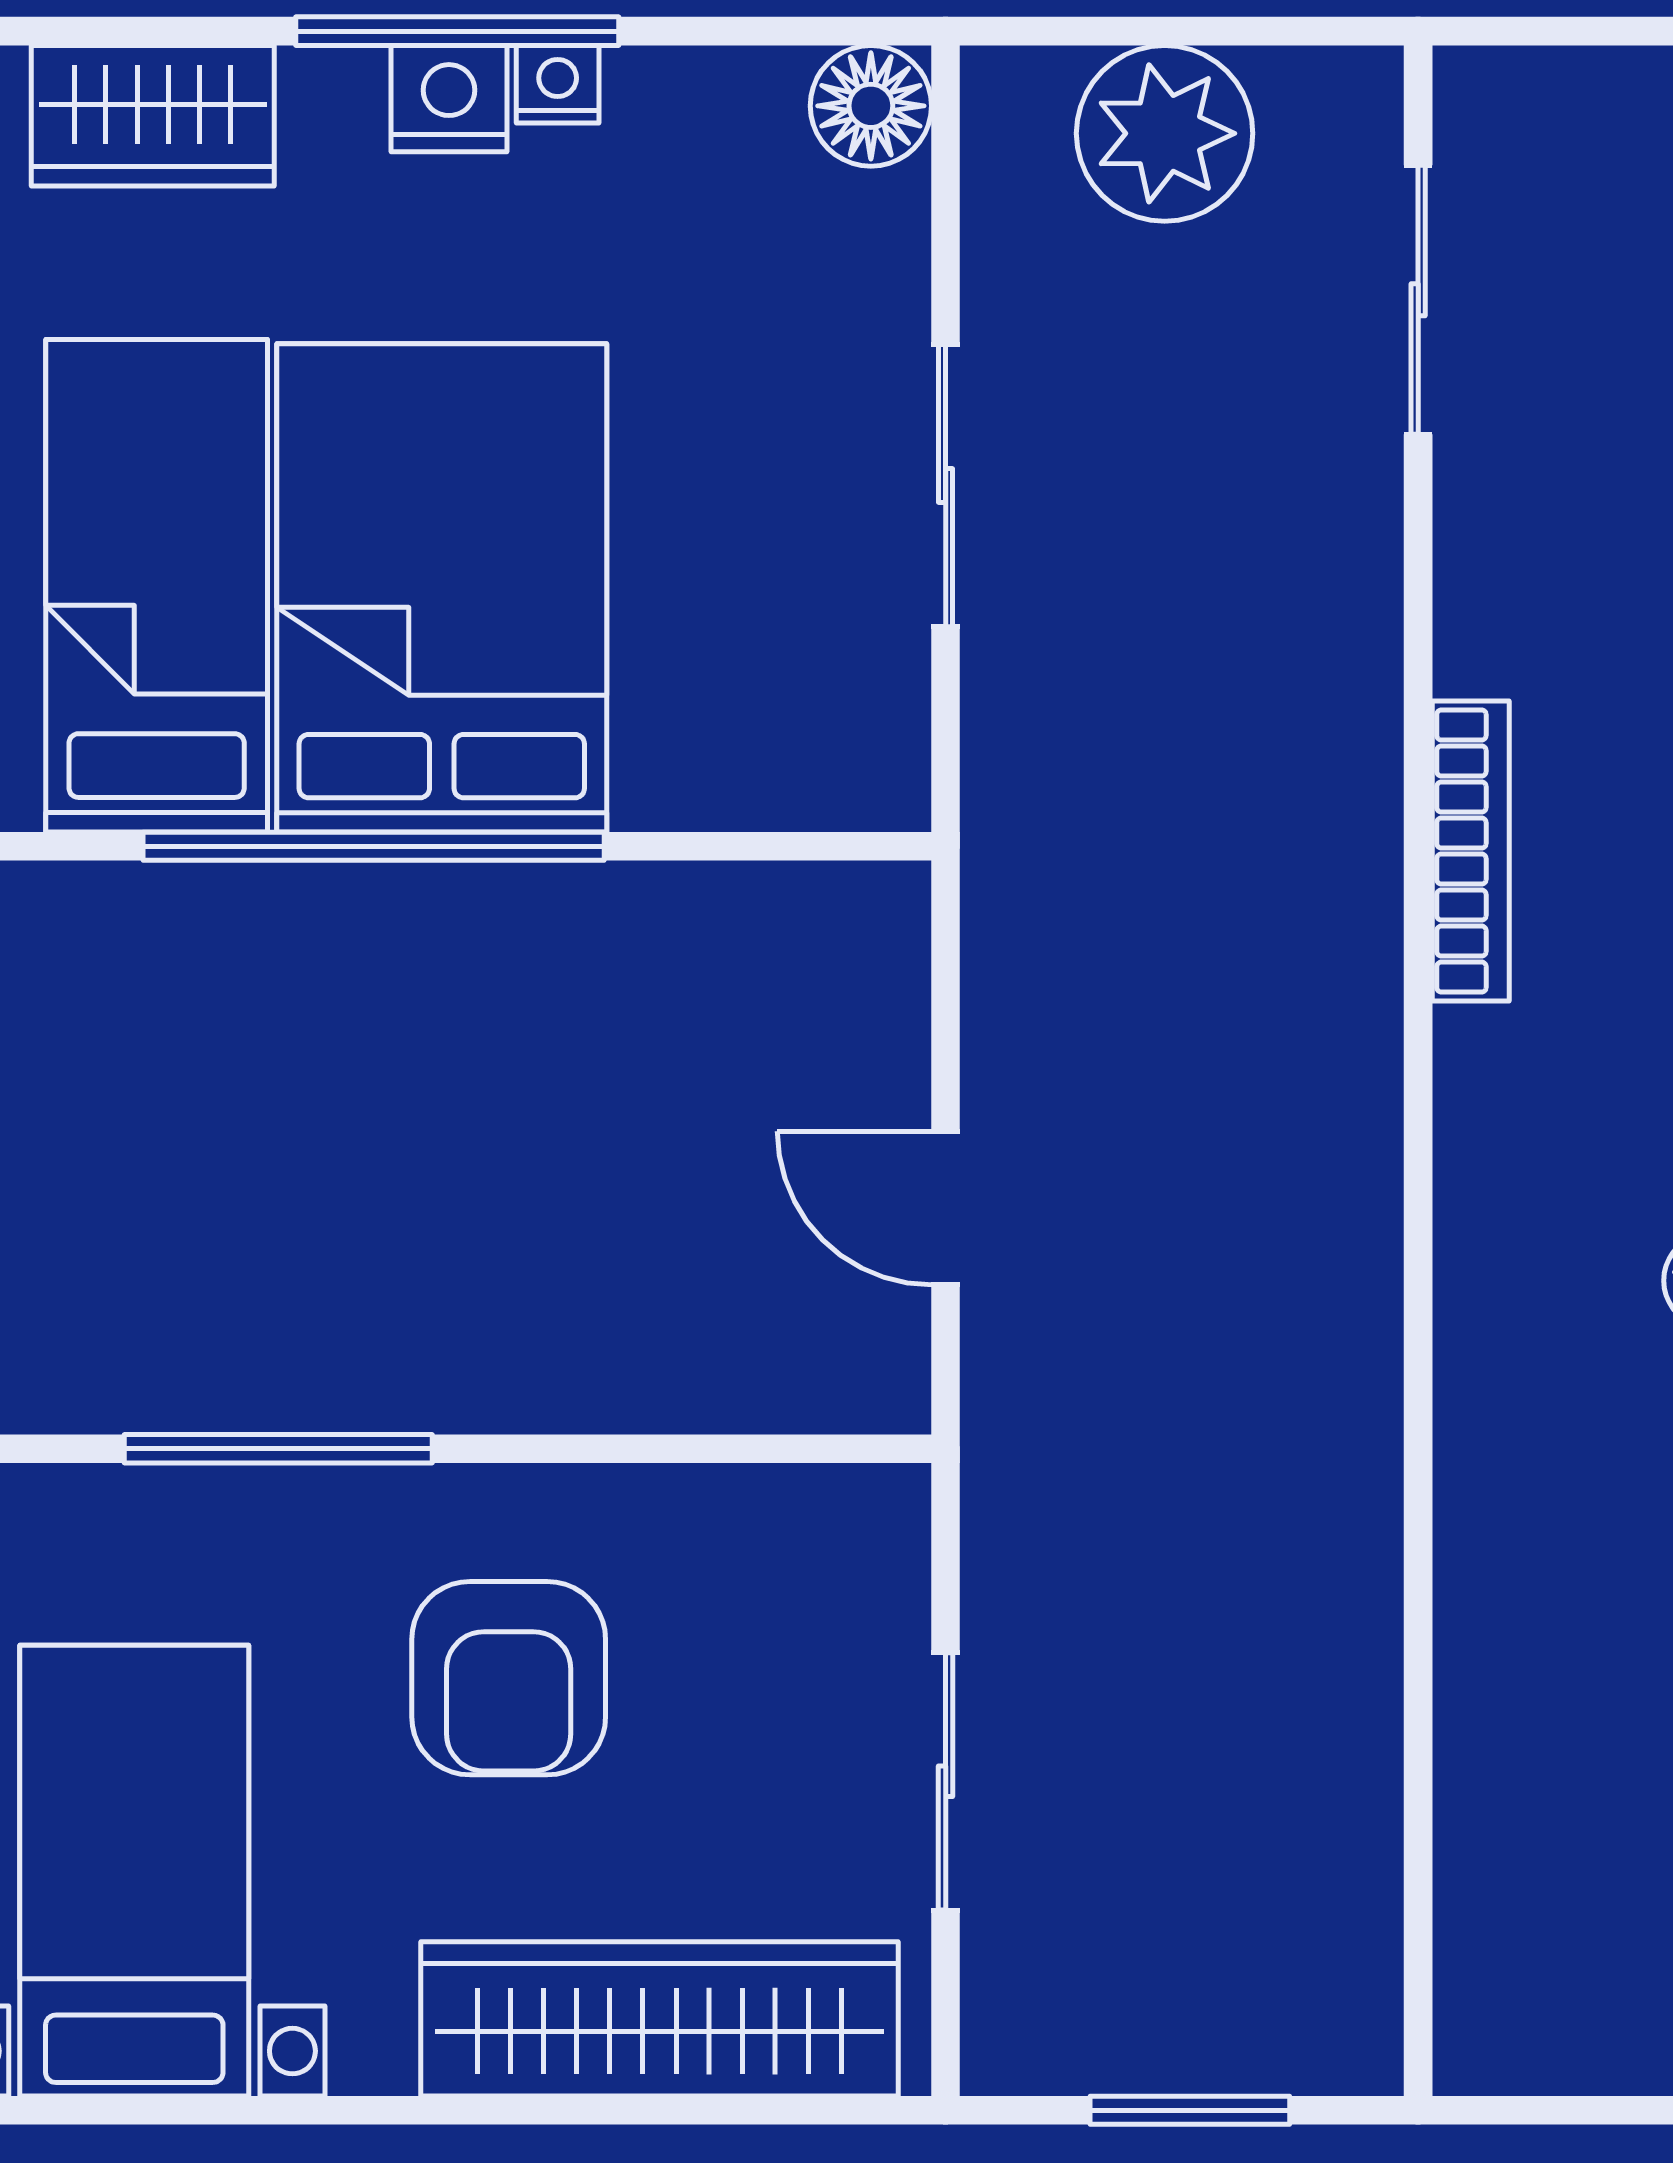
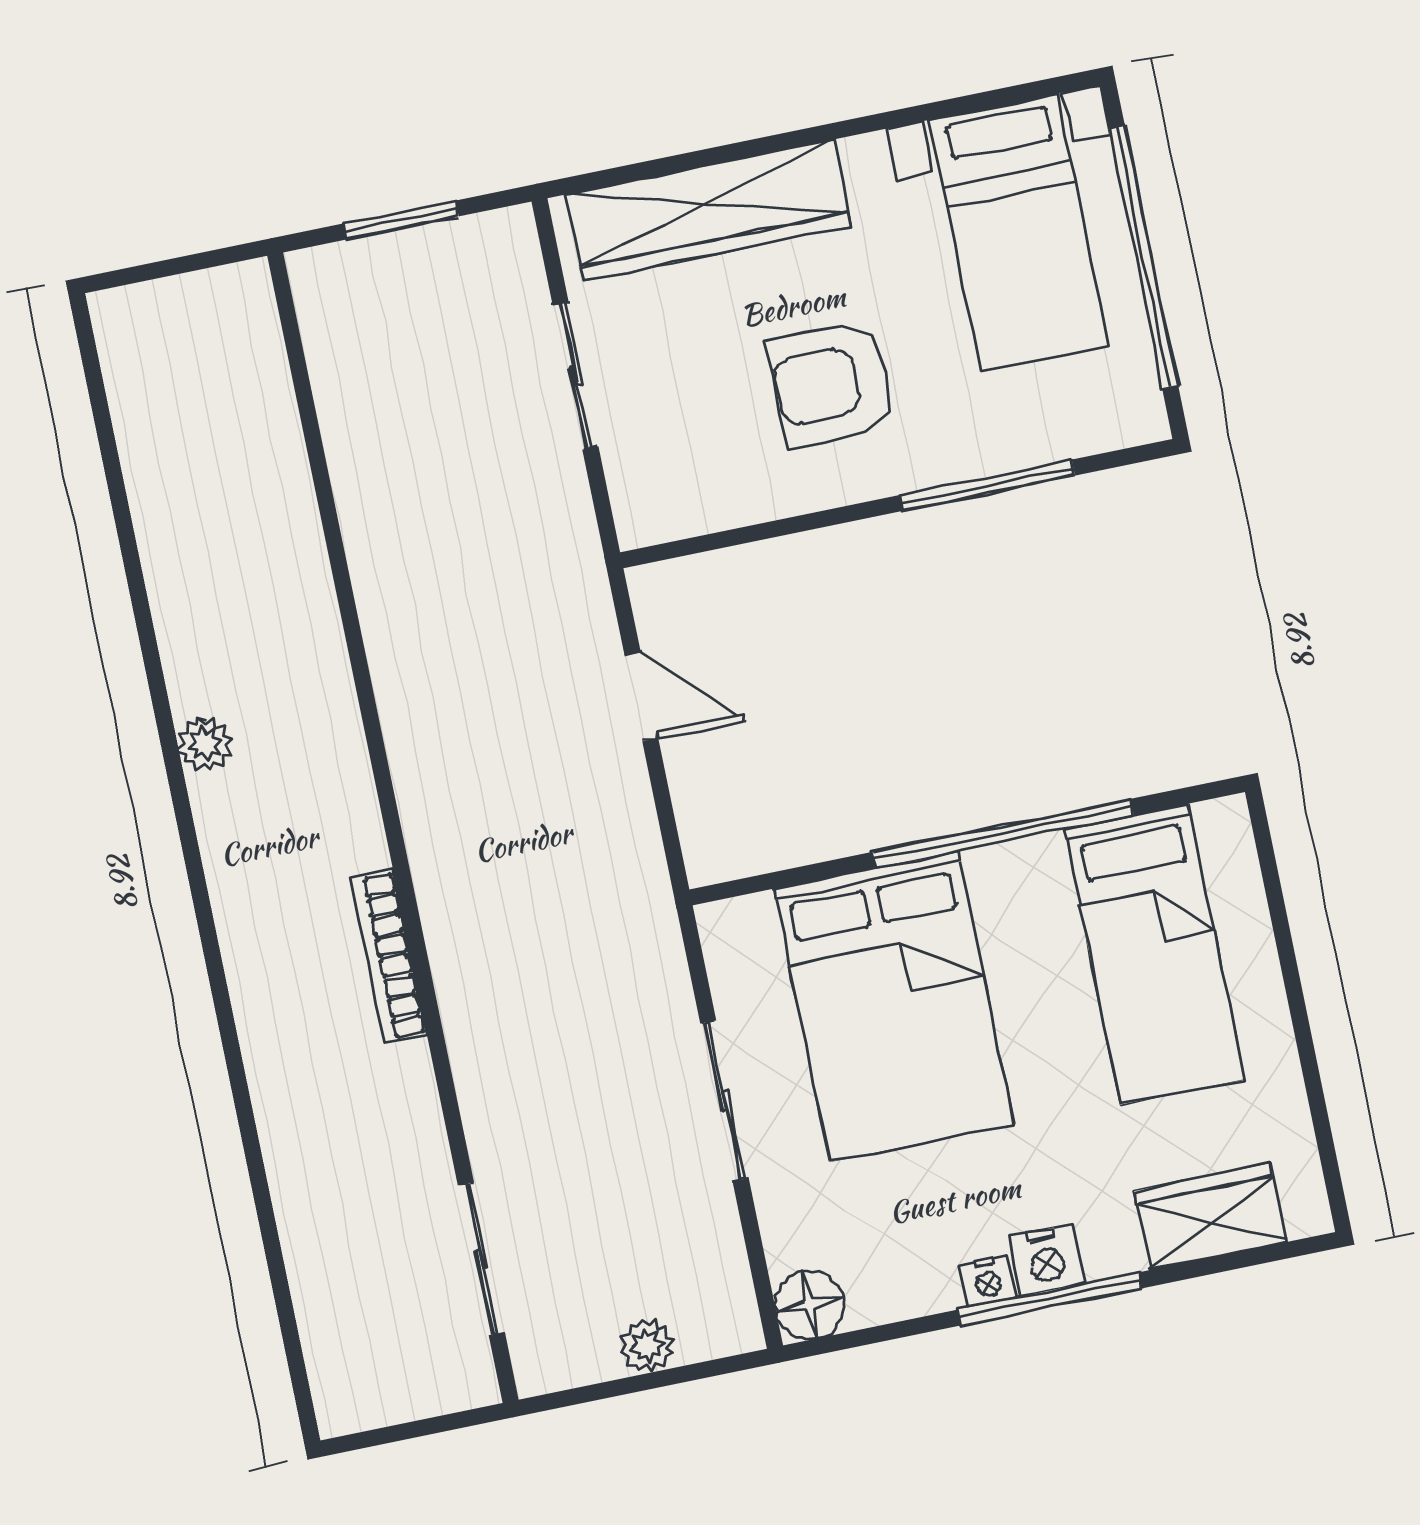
plant: (1165, 133) -> (647, 1346), width x0.53, depth x0.53
bed: (442, 588) -> (894, 1006), moved
armchair: (509, 1678) -> (832, 383), turned -90

